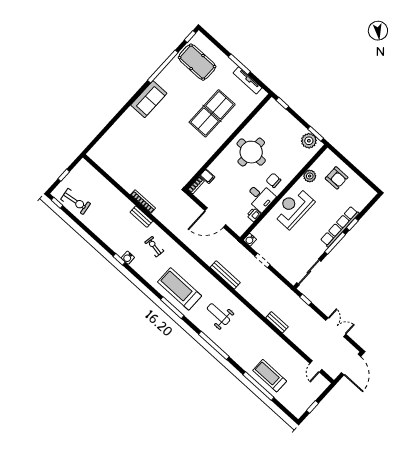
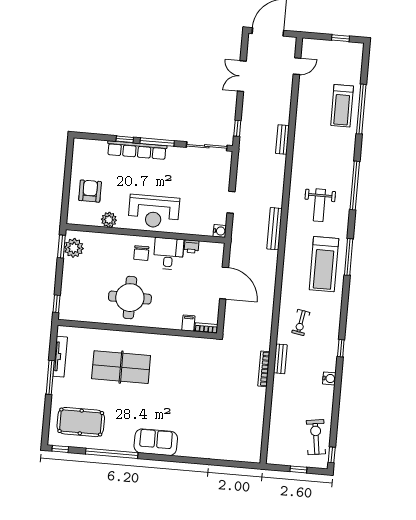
pool table: (197, 62) -> (81, 422), turned 90
water cooler: (128, 258) -> (329, 378), moved

